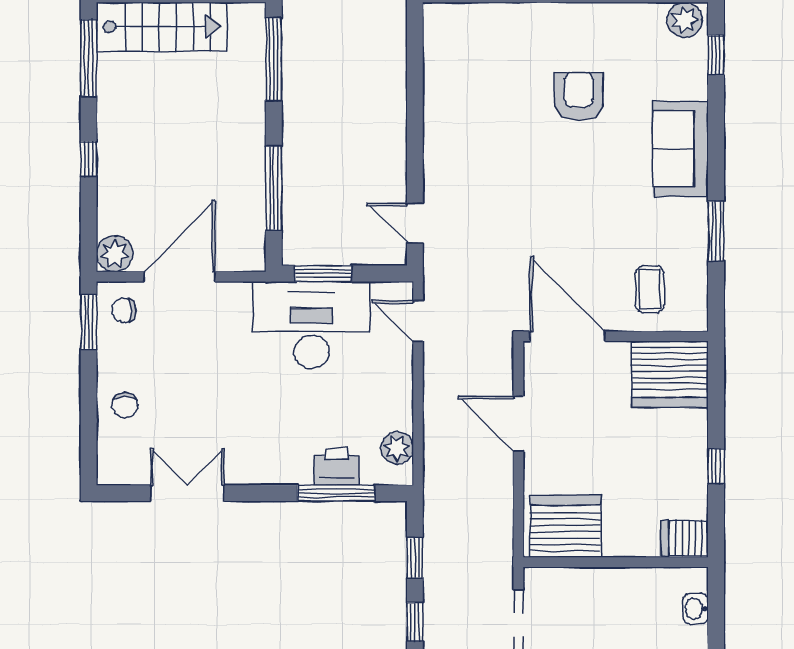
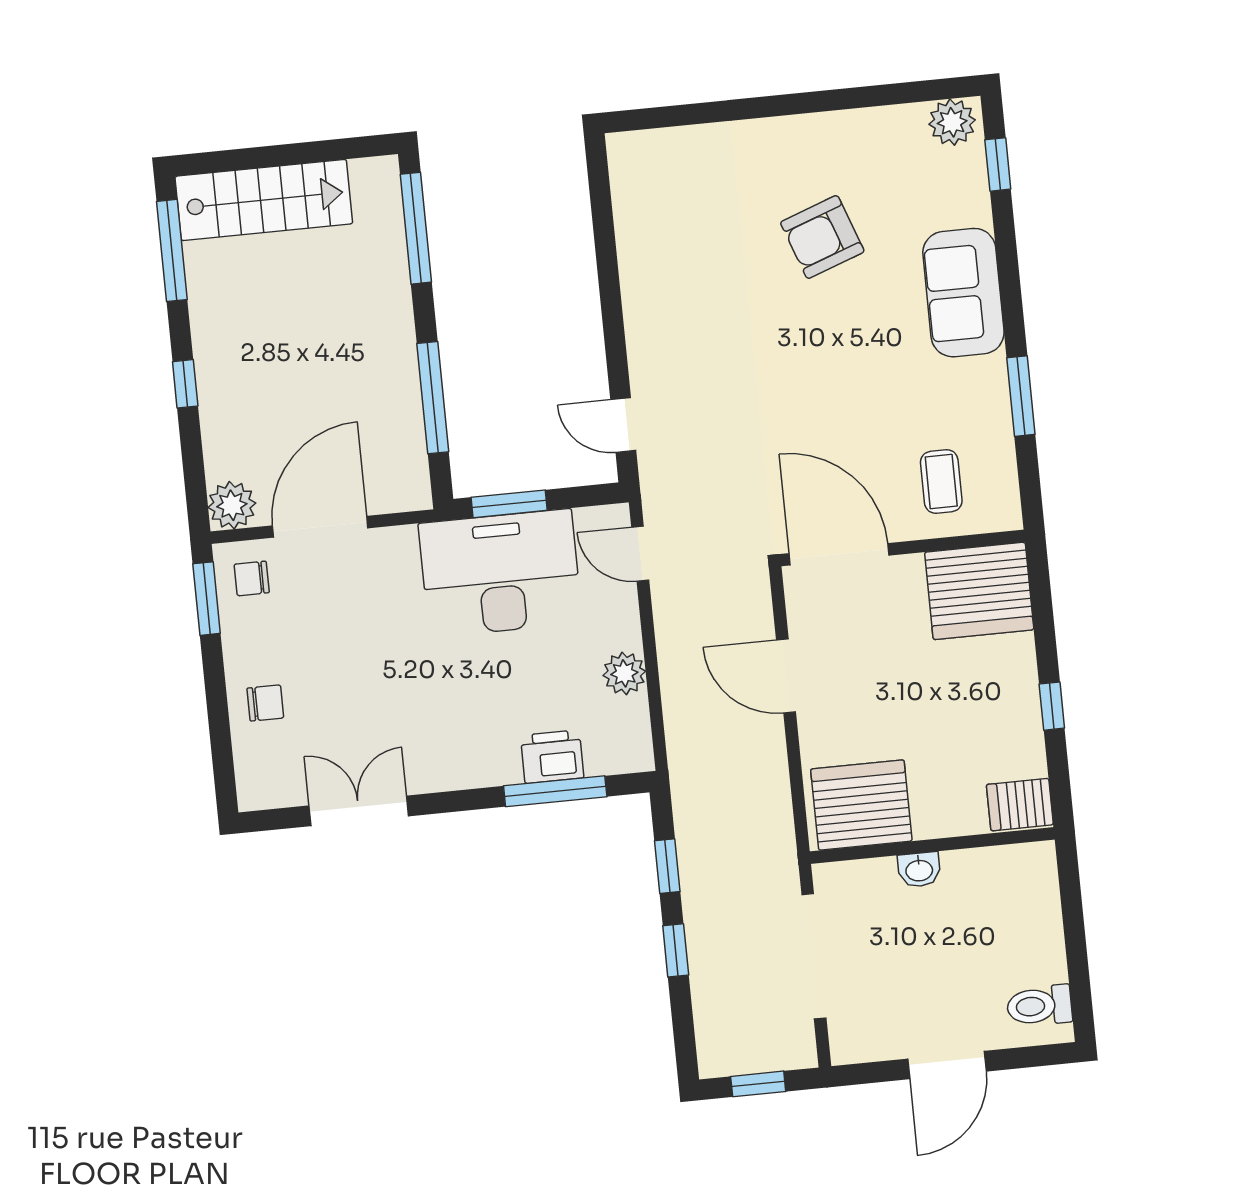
armchair: (579, 96) -> (822, 237), turned -110
chair: (125, 405) -> (265, 703), turned -90
plant: (397, 448) -> (624, 673), moved
washbasin: (696, 609) -> (919, 870), moved, turned -90

